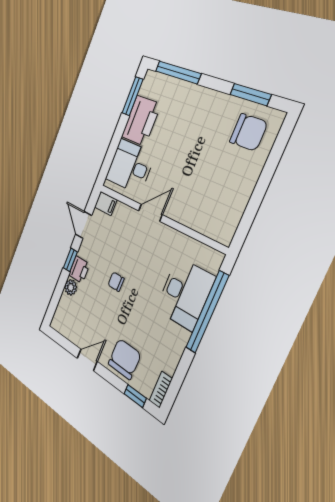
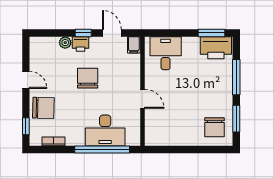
window: (178, 72) -> (236, 77), moved
printer: (141, 121) -> (216, 48), moved
door: (150, 213) -> (142, 99), moved
door: (84, 225) -> (112, 33), hinge flipped
chair: (116, 282) -> (88, 78), width x1.87, depth x1.87
bookcase: (161, 390) -> (54, 141), moved

